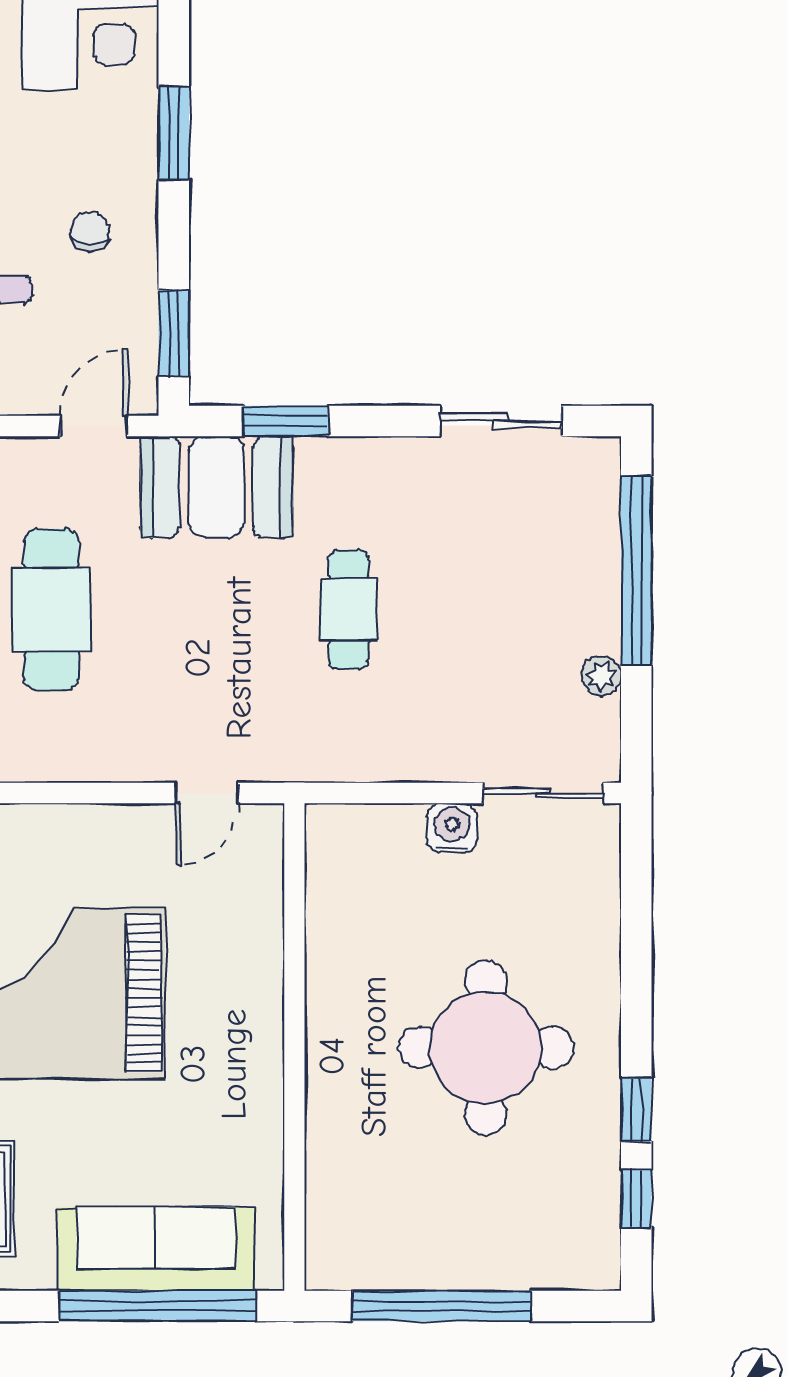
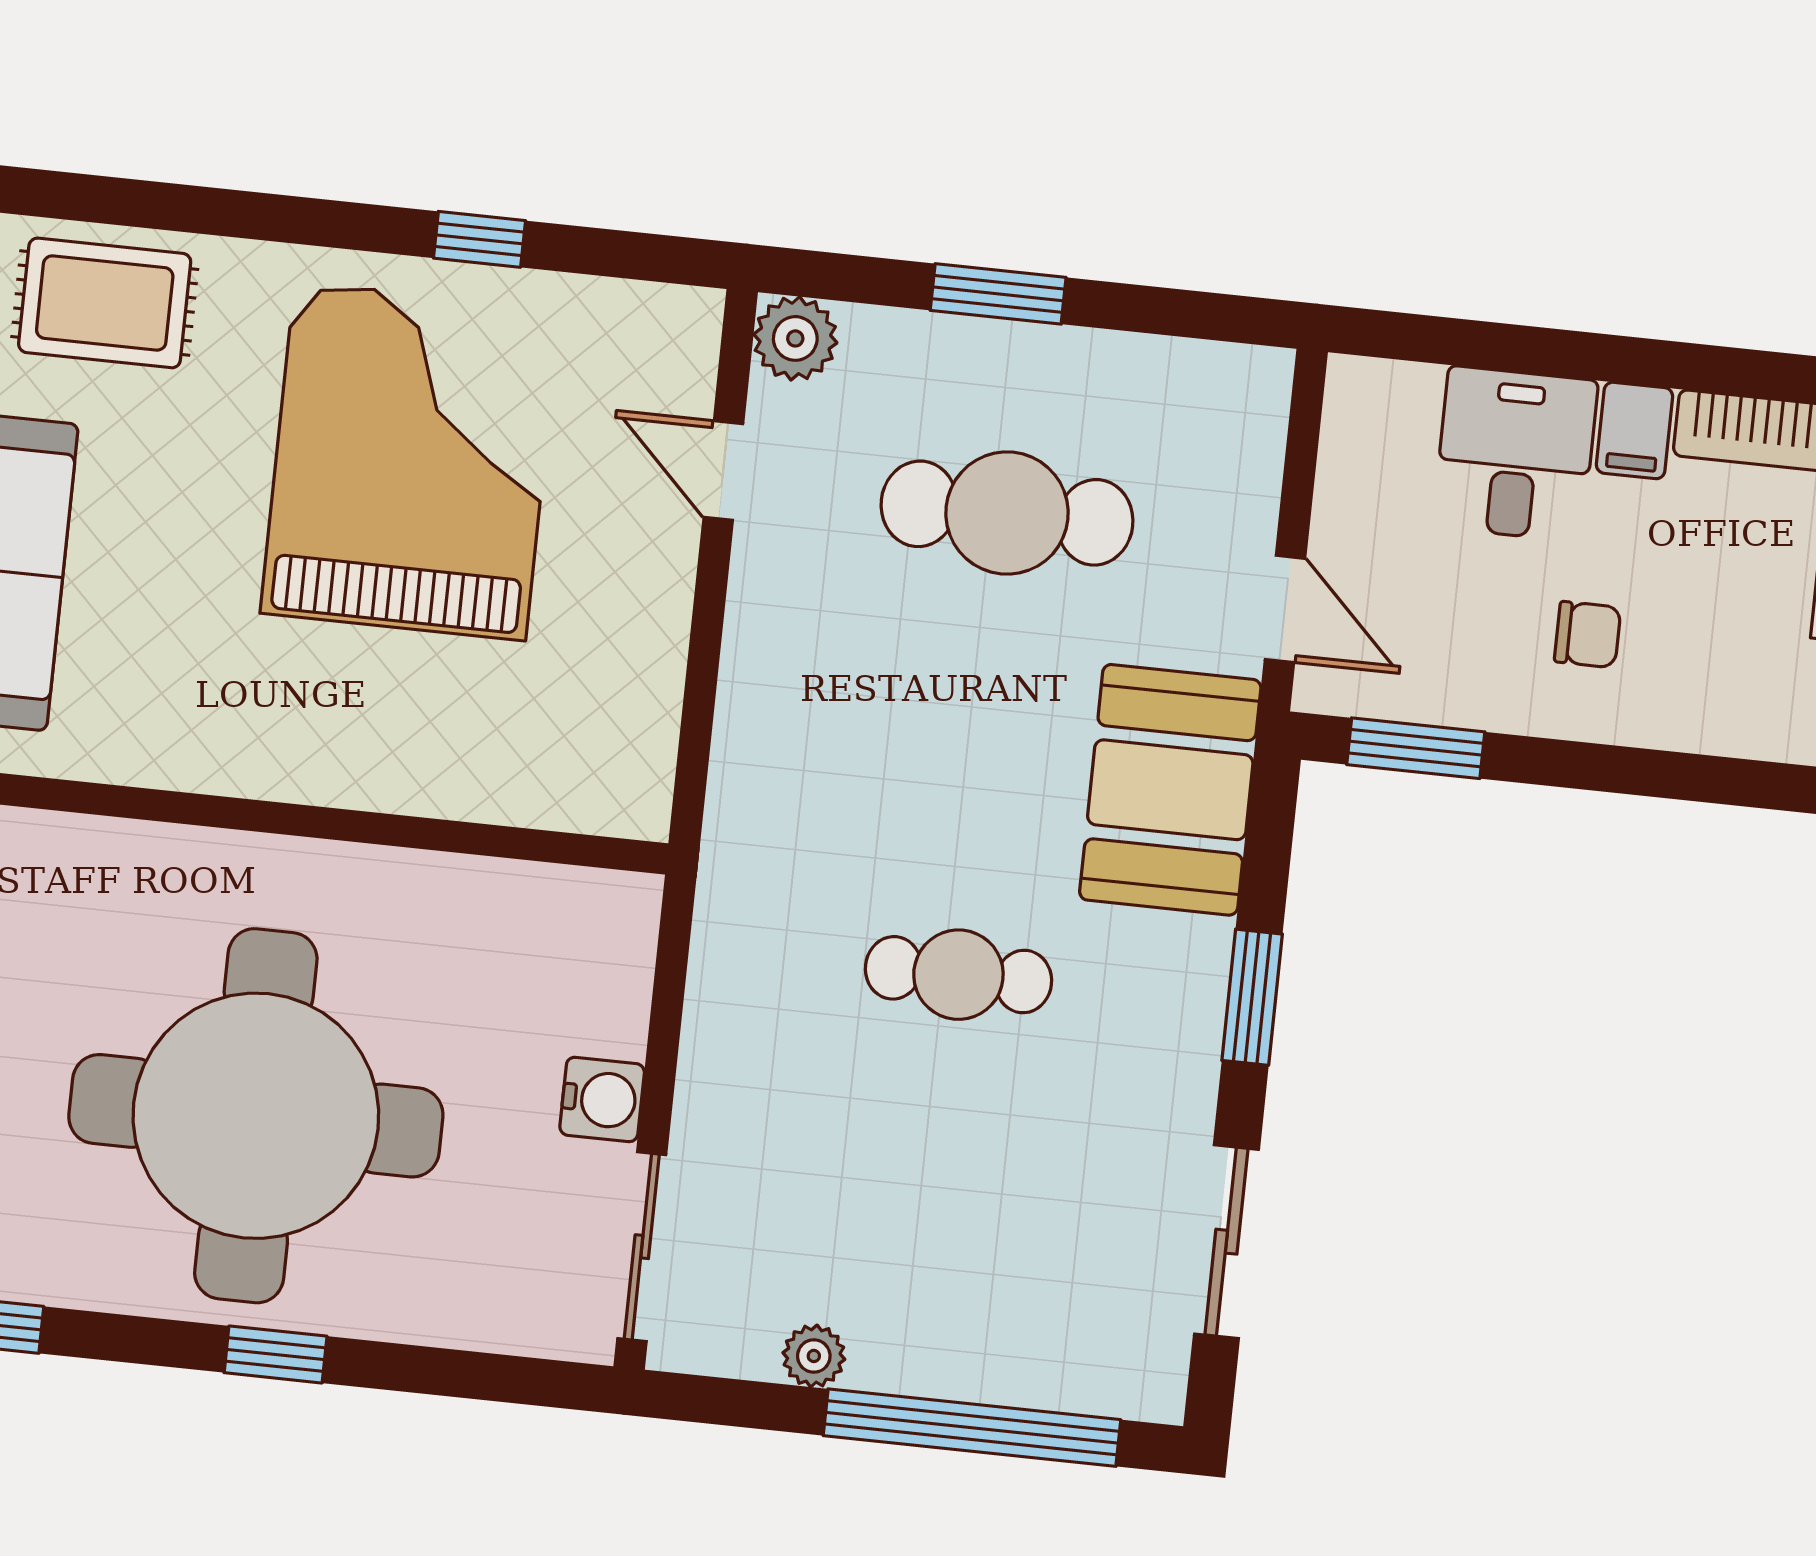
window: (174, 133) -> (1727, 781), removed
window: (286, 421) -> (1252, 997), moved
door: (207, 793) -> (723, 470), moved
round table: (486, 1048) -> (256, 1116), width x1.36, depth x1.36
window: (636, 1109) -> (276, 1354), moved

